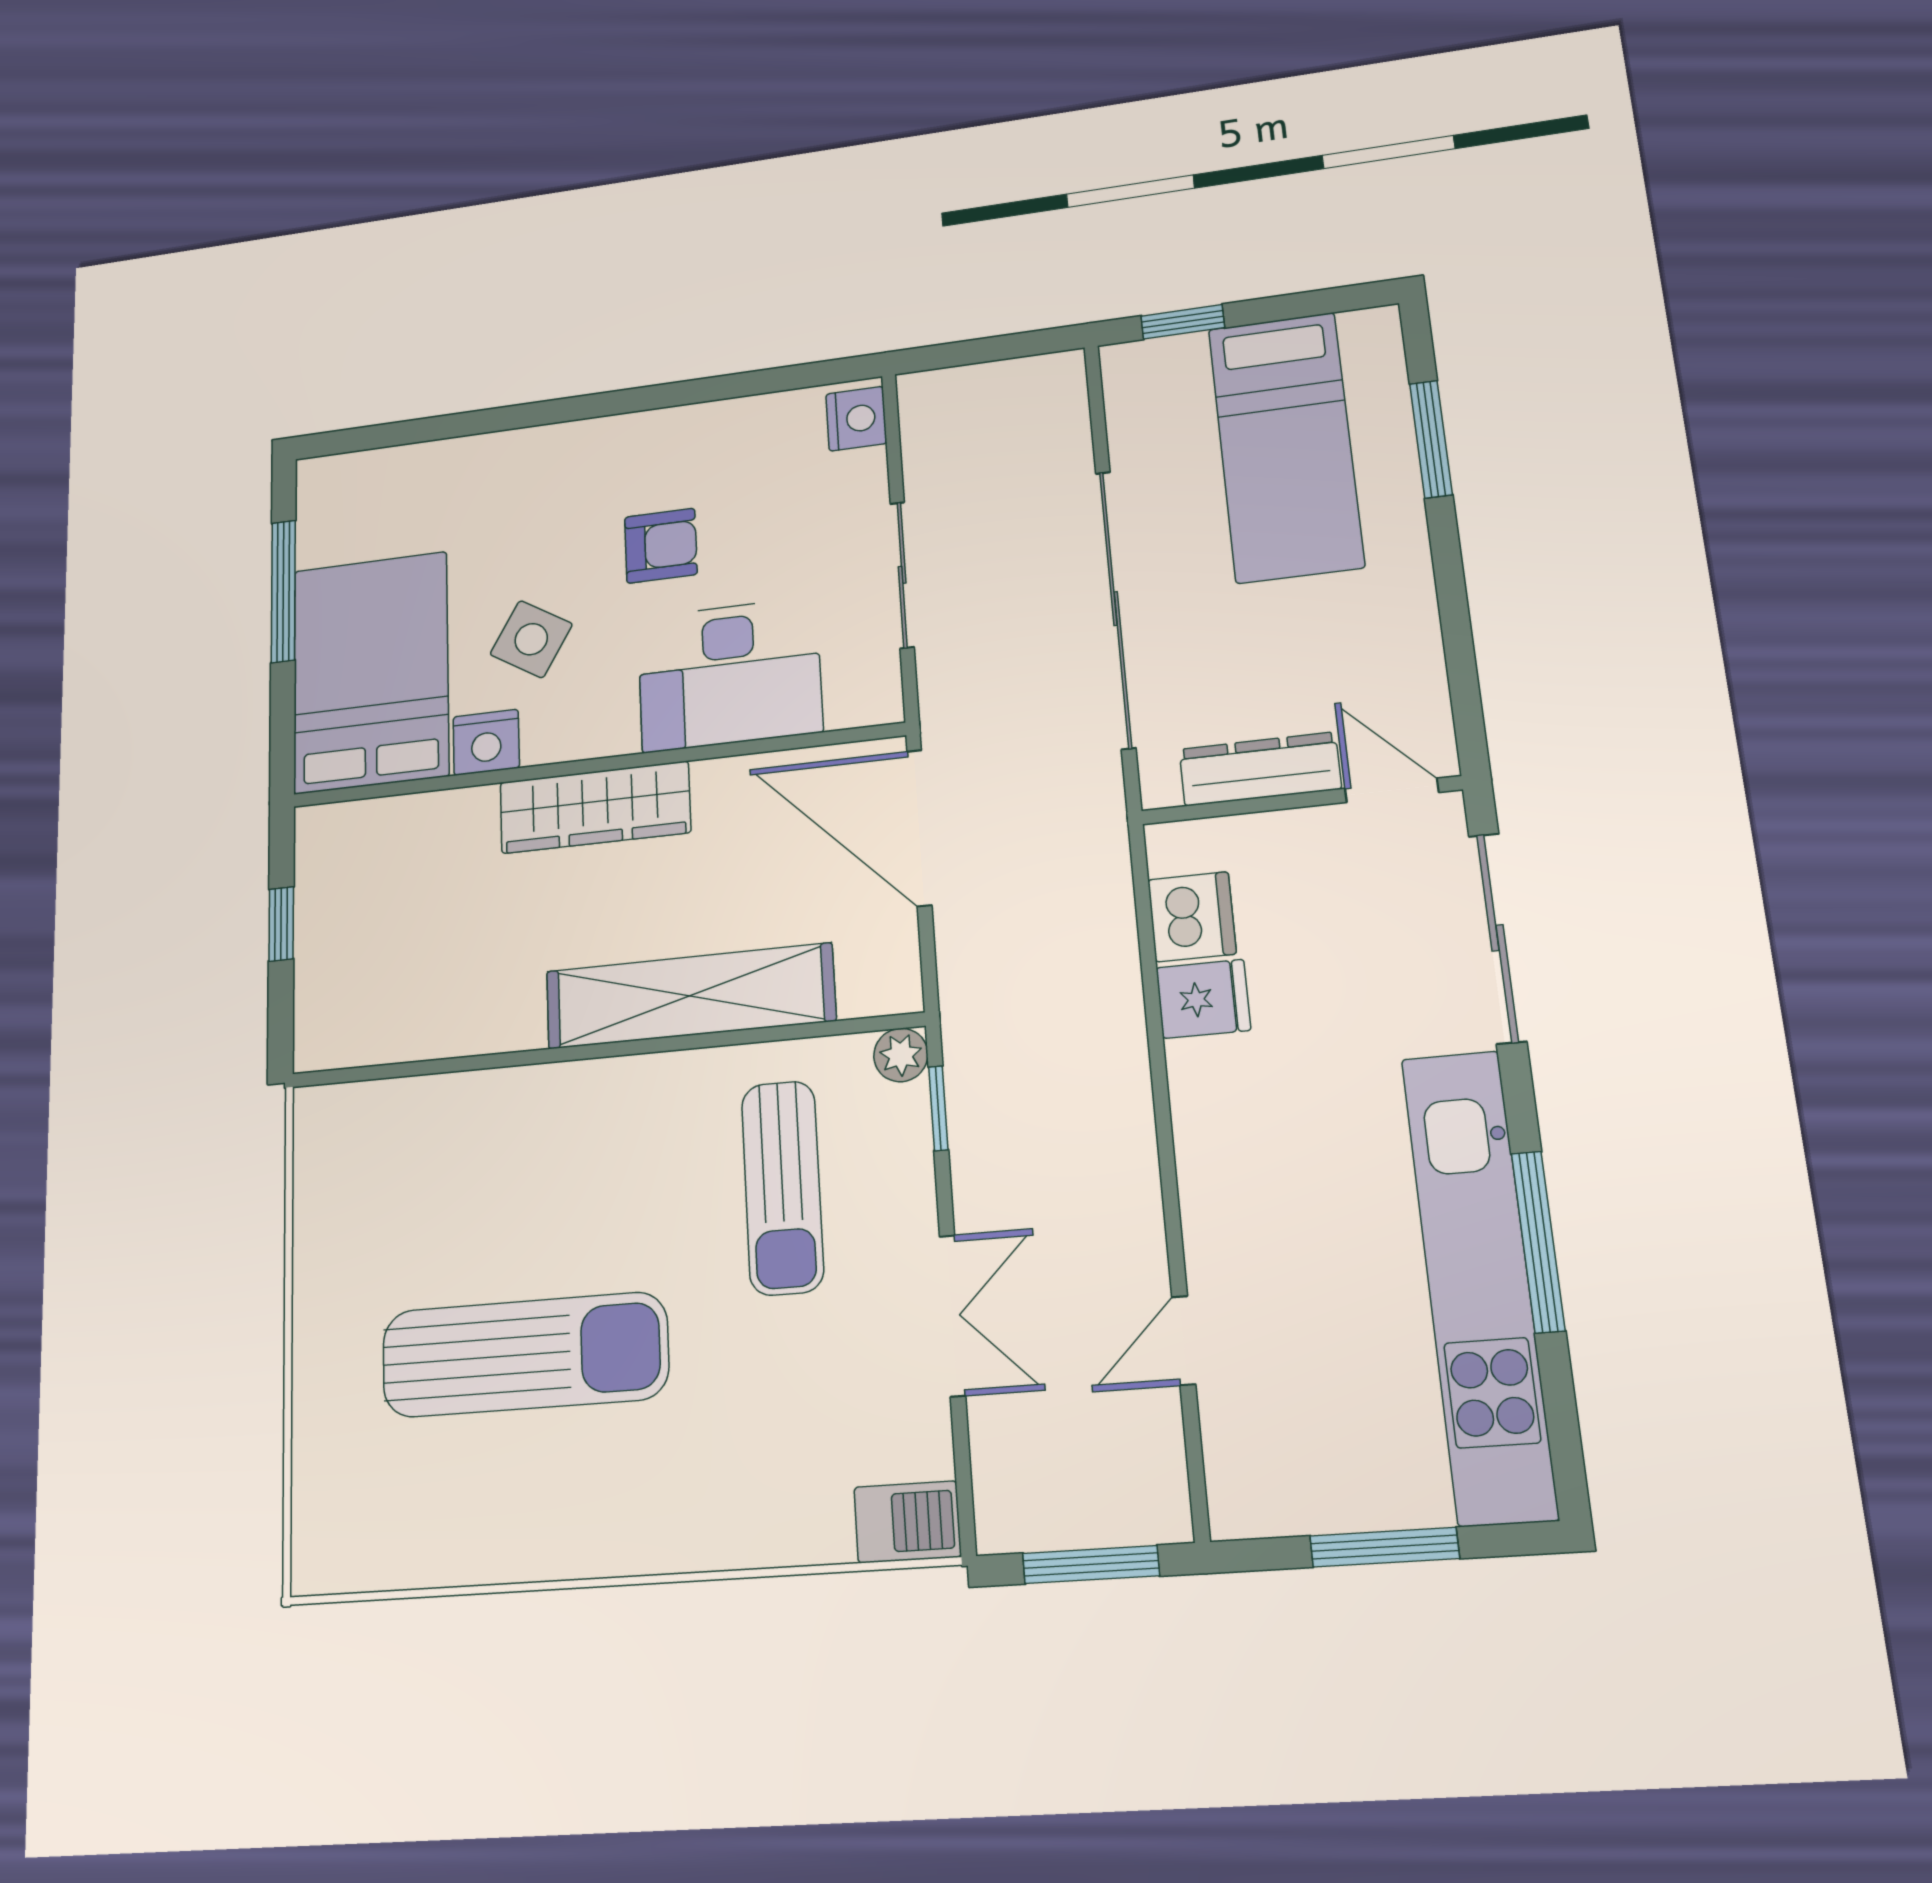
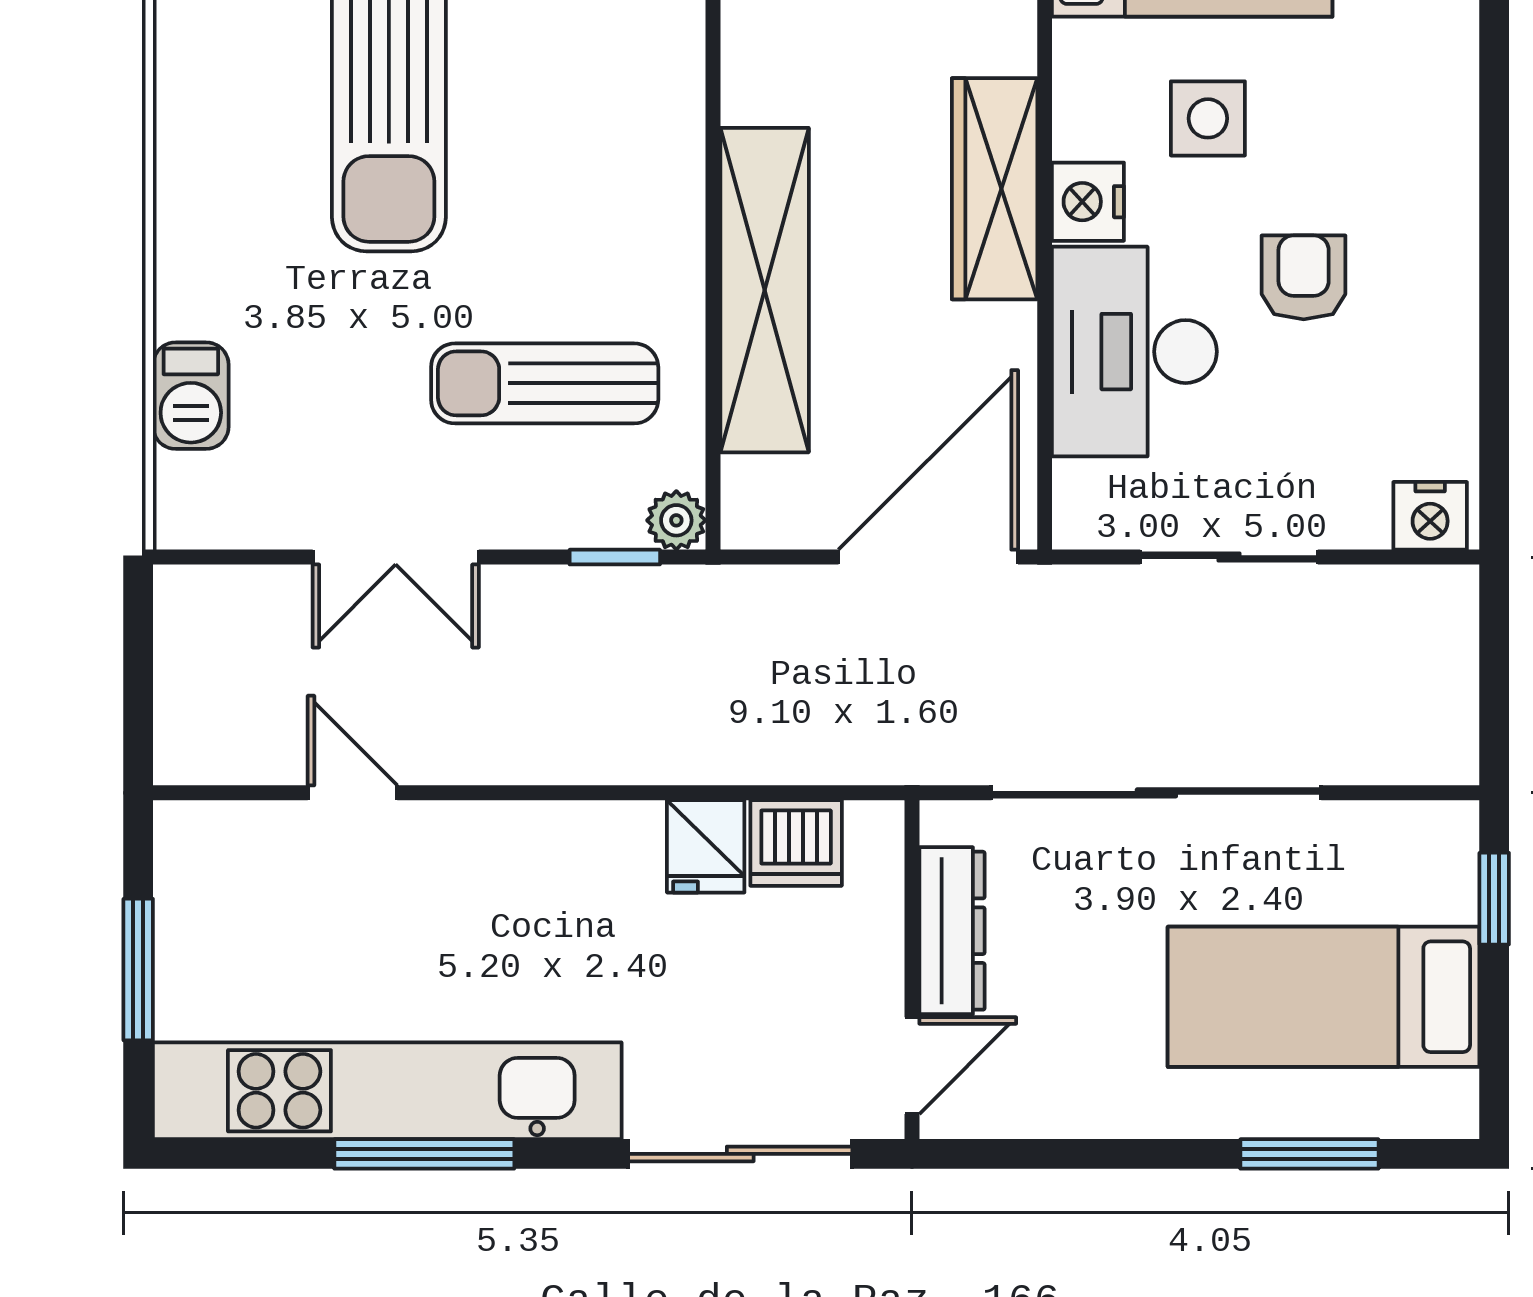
armchair: (661, 546) -> (1304, 277), turned 180
side table: (531, 639) -> (1208, 118), turned -31
nightstand: (486, 742) -> (1088, 202), moved
barbecue: (907, 1522) -> (191, 396), moved
window: (1091, 1565) -> (138, 680), removed

